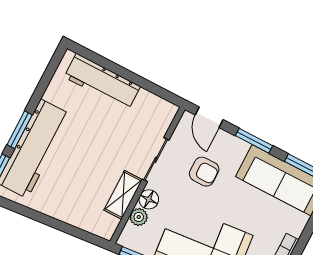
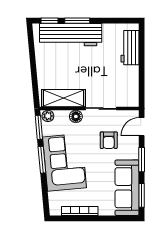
workbench: (102, 82) -> (130, 48), width x0.73
shelving: (123, 195) -> (63, 98), width x1.50, depth x1.33
plant: (139, 217) -> (48, 116), moved

